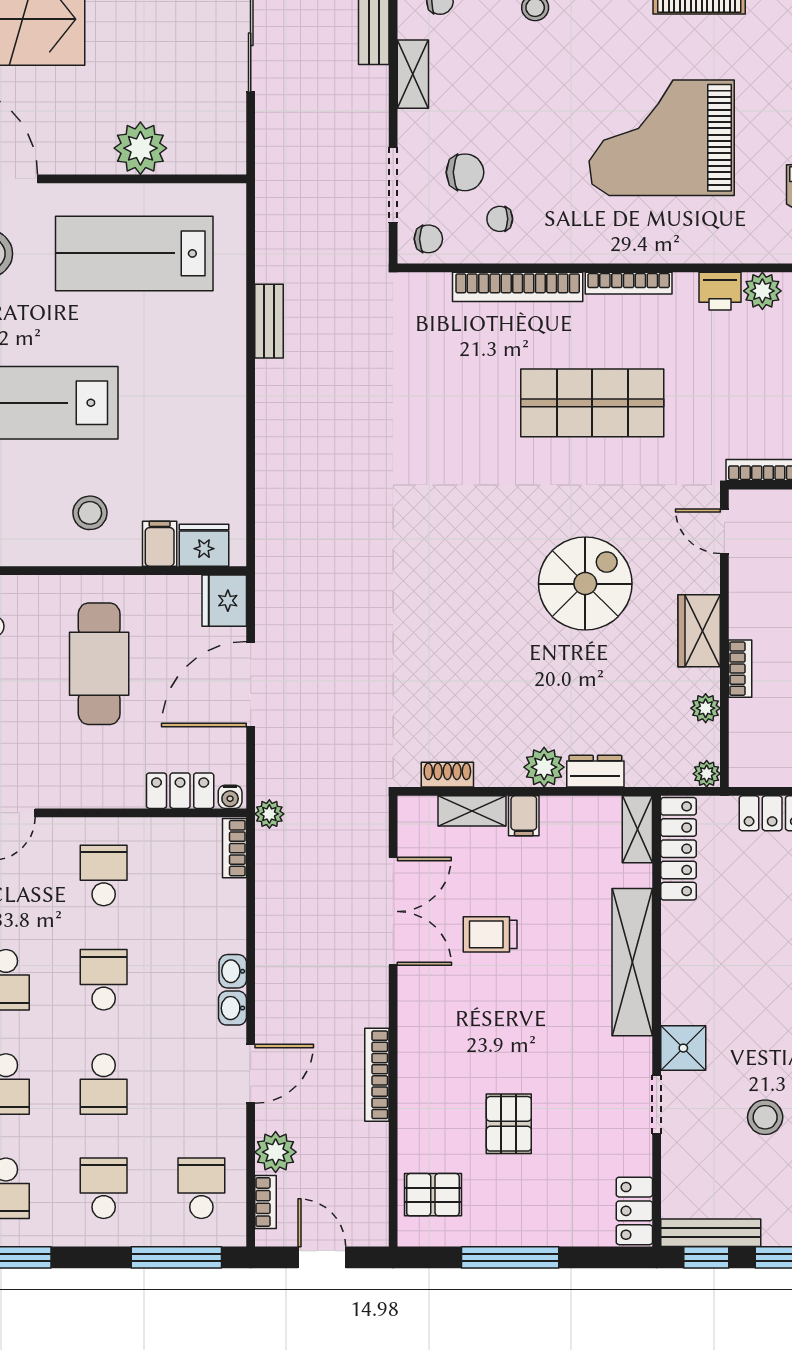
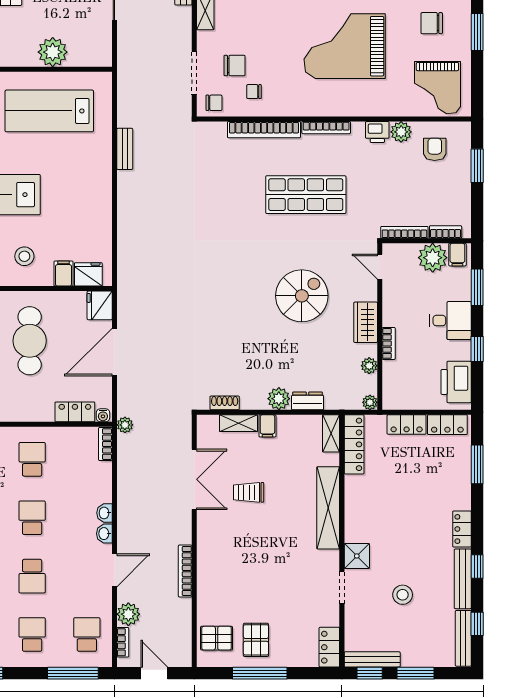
pallet: (509, 1124) -> (256, 640), moved

